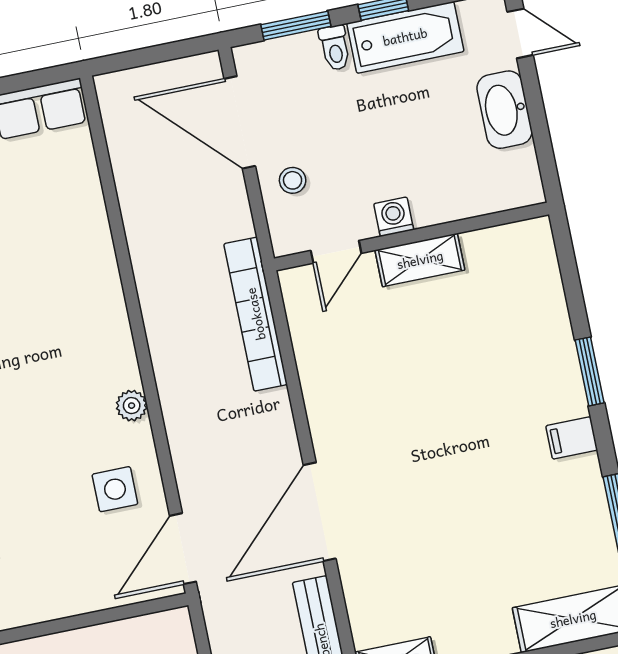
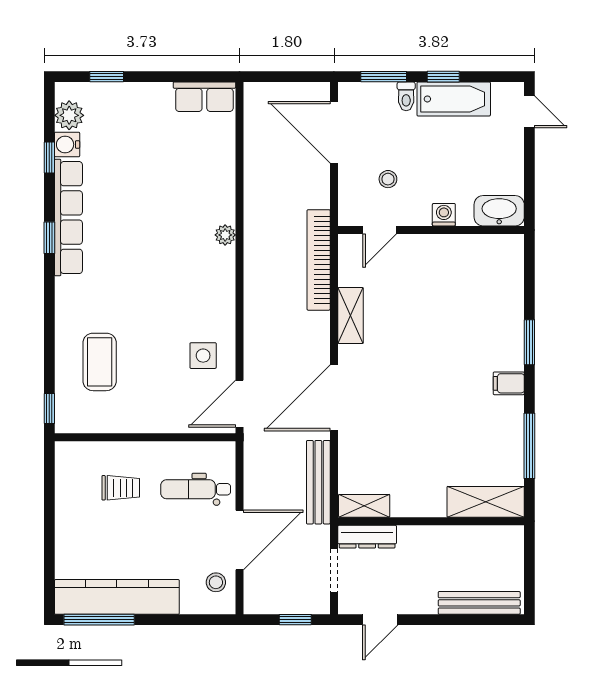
washbasin: (504, 110) -> (499, 211), moved, turned 90
stool: (293, 180) -> (388, 179), moved
washing machine: (394, 217) -> (444, 215), moved
shelving: (420, 260) -> (351, 315), moved, turned 90
plant: (132, 406) -> (225, 235), moved

